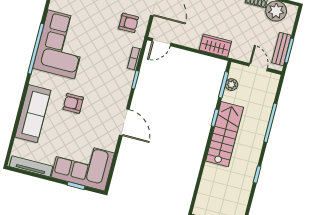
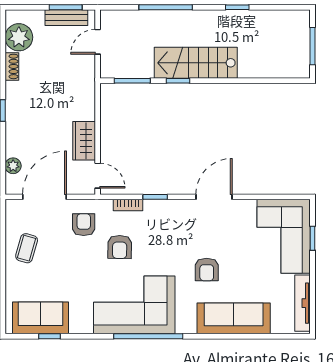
armchair: (106, 45) -> (120, 247), added
wardrobe: (215, 46) -> (84, 141), moved
plant: (232, 85) -> (129, 70), removed

